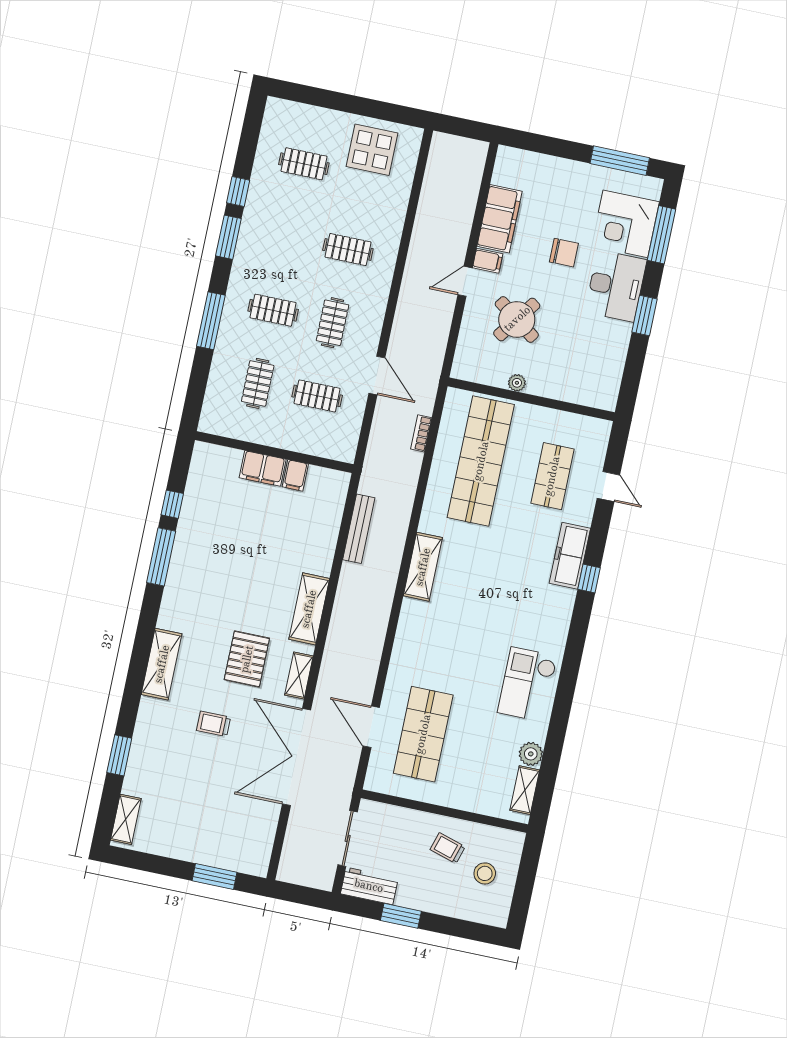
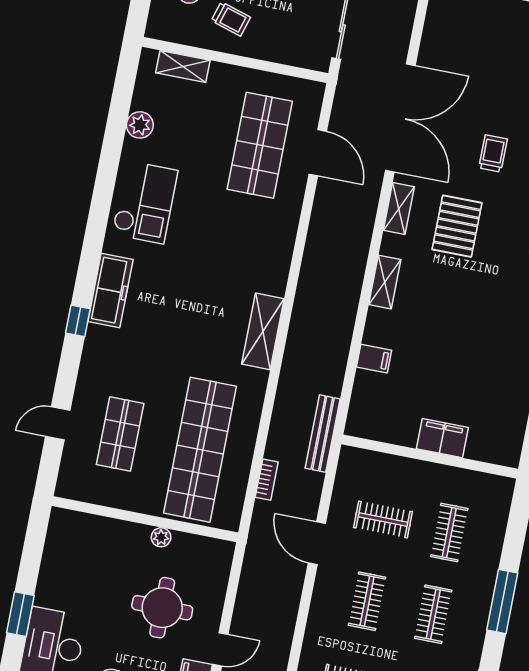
clothes rail: (273, 310) -> (433, 614), turned 90
round table: (517, 319) -> (162, 608), turned -36
filing cabinet: (295, 475) -> (374, 359), moved, turned 90
door: (608, 487) -> (58, 423), hinge flipped
bench: (359, 529) -> (323, 434), moved
freezer: (570, 556) -> (110, 290), moved
shelving: (309, 609) -> (385, 282), width x0.67, depth x0.75
trolley: (214, 724) -> (493, 153), turned -90
shelving: (525, 790) -> (183, 67), moved, turned 90

